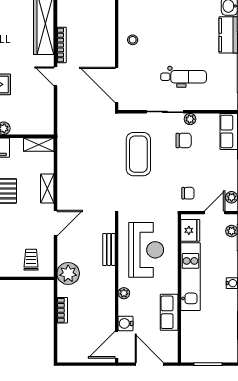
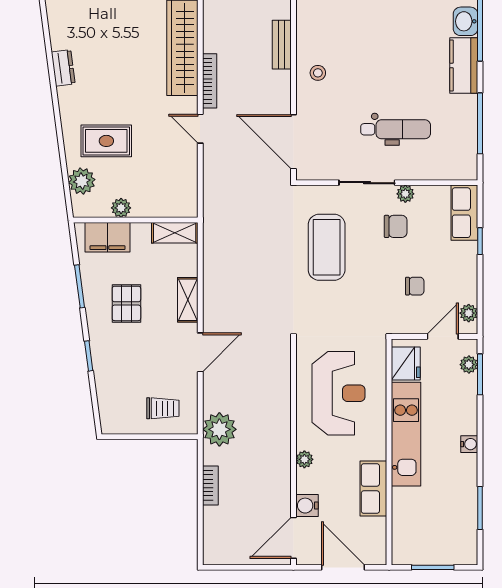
chair: (188, 193) -> (415, 286), moved
bench: (109, 249) -> (282, 45), moved
trolley: (31, 260) -> (163, 408), turned 90

